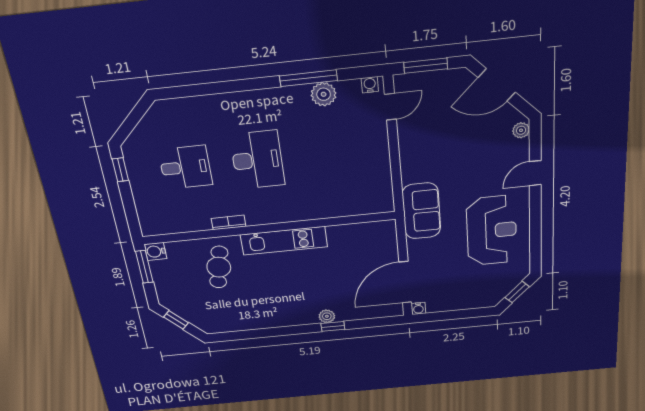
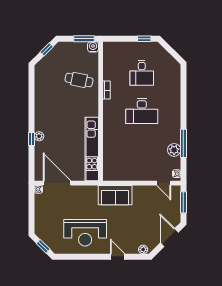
sofa: (421, 211) -> (115, 195), moved
kitchen unit: (284, 241) -> (92, 149), moved, width x1.36

